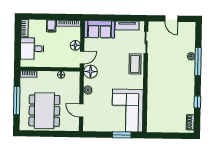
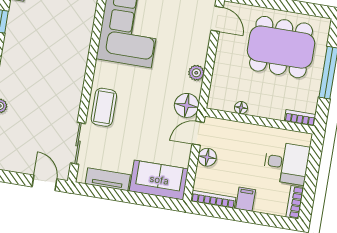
door: (171, 19) -> (44, 183), moved
dining table: (44, 111) -> (281, 47), turned 90
door: (81, 111) -> (217, 19), moved

